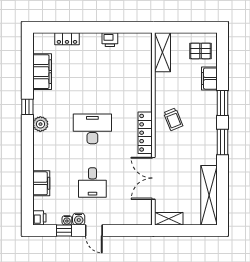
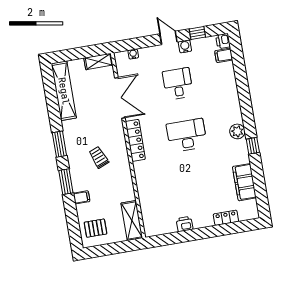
filing cabinet: (209, 79) -> (82, 197), width x0.50
trolley: (173, 119) -> (99, 157), moved
desk: (92, 129) -> (187, 135), turned 180
filing cabinet: (41, 183) -> (224, 55), moved, width x0.50
water cooler: (67, 220) -> (133, 54), moved

